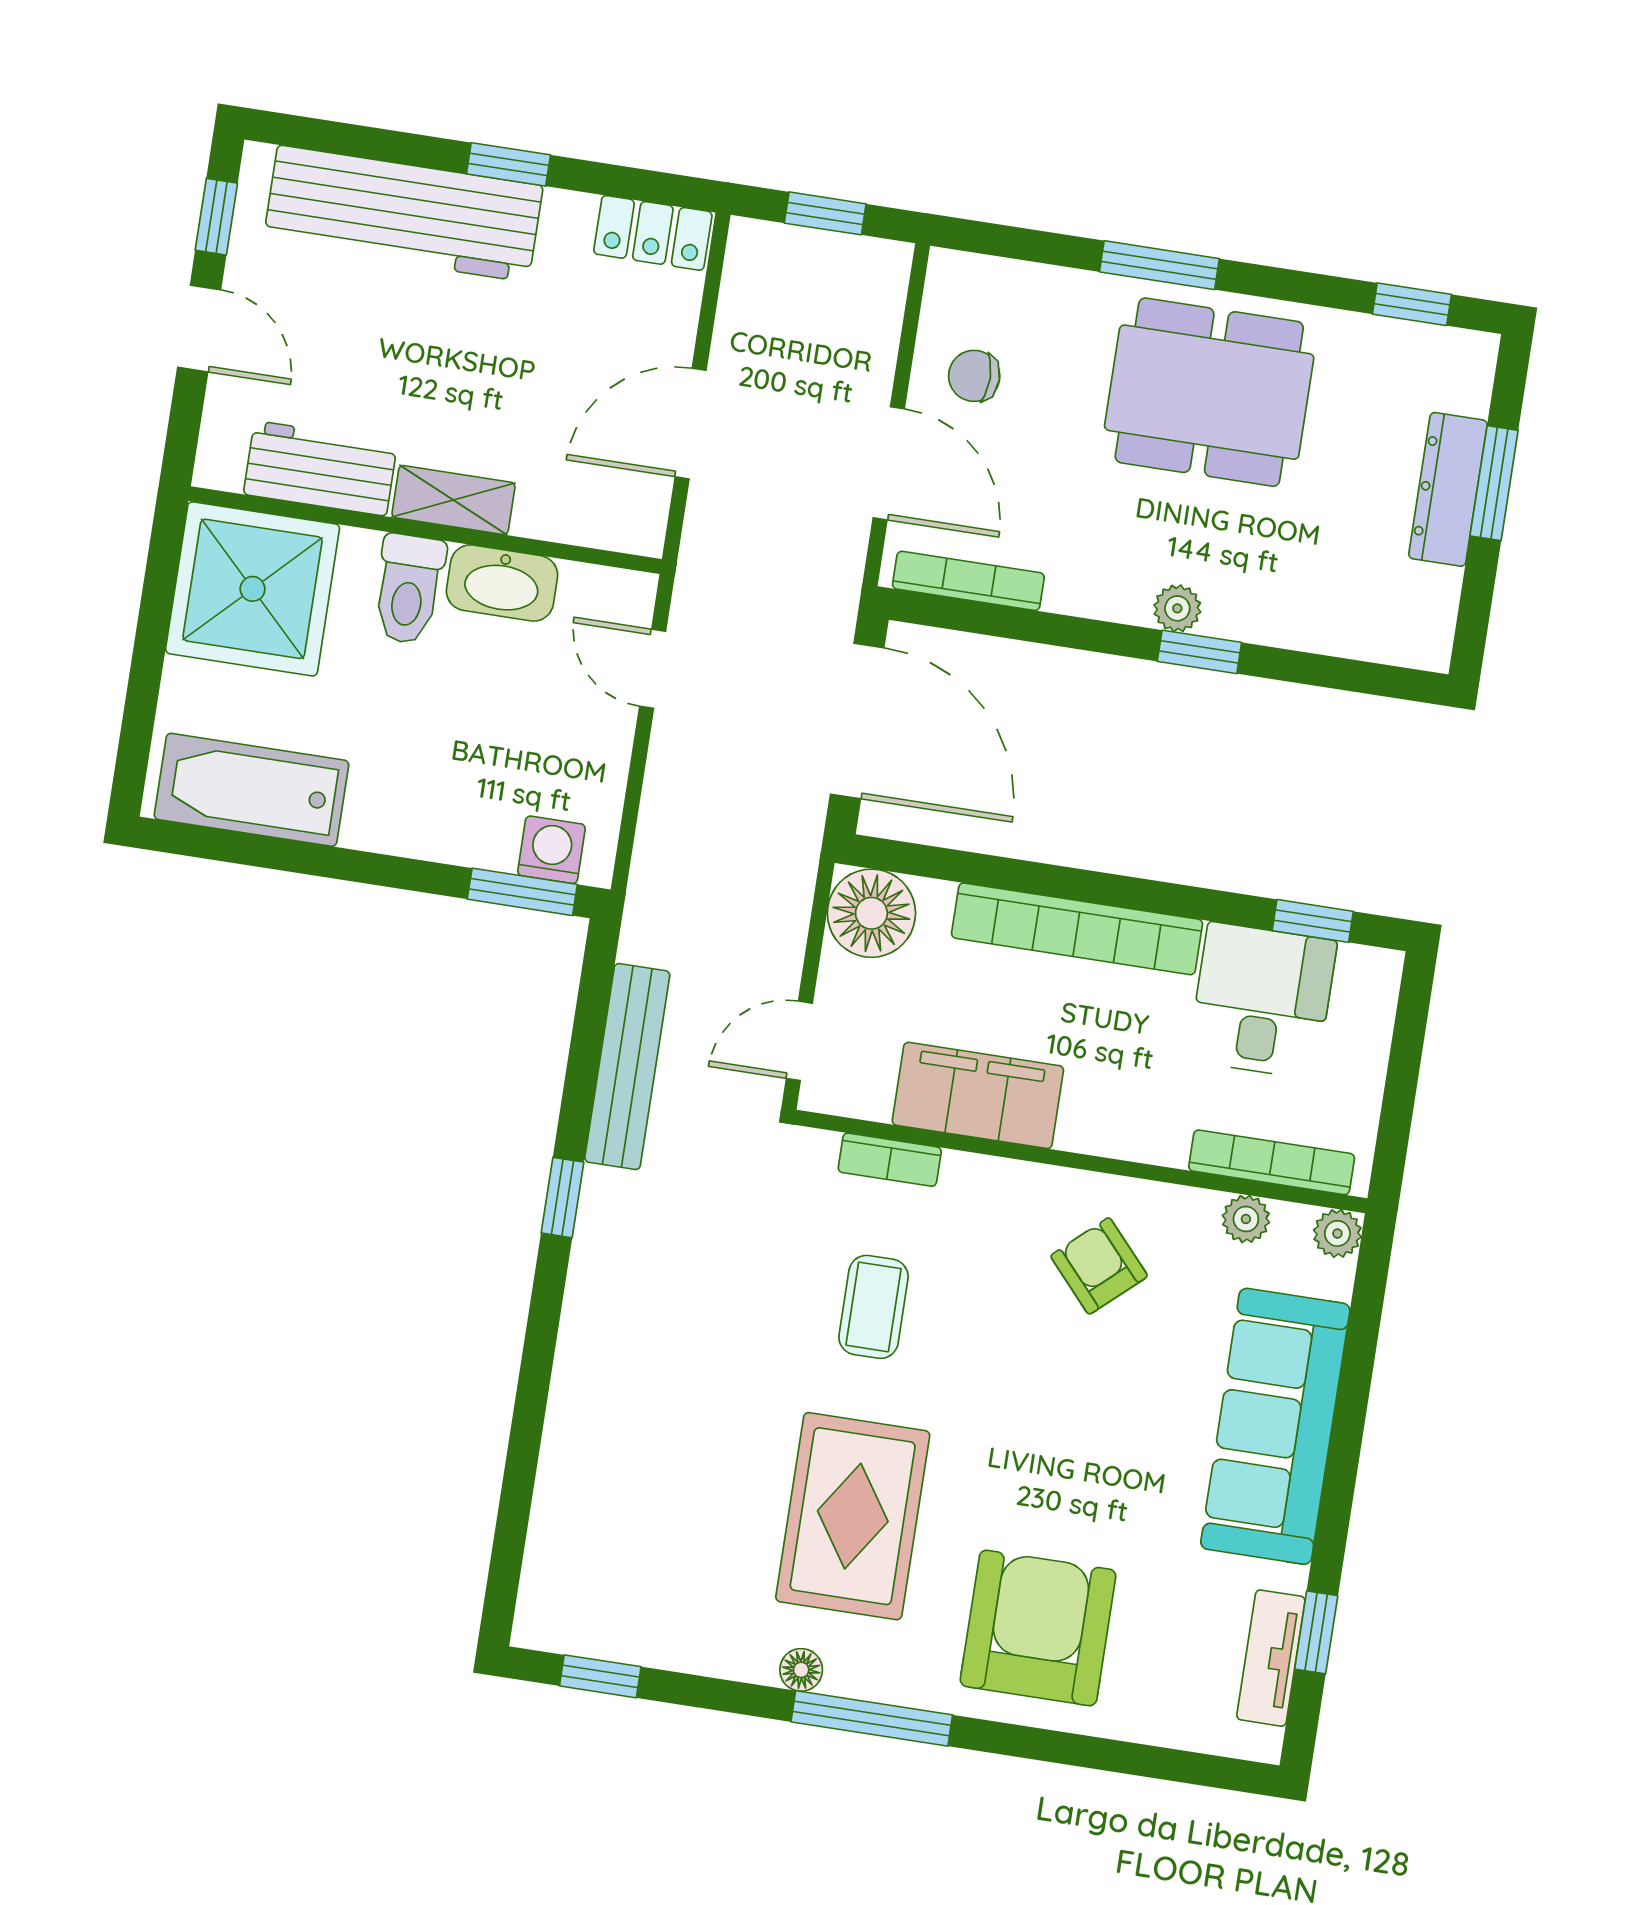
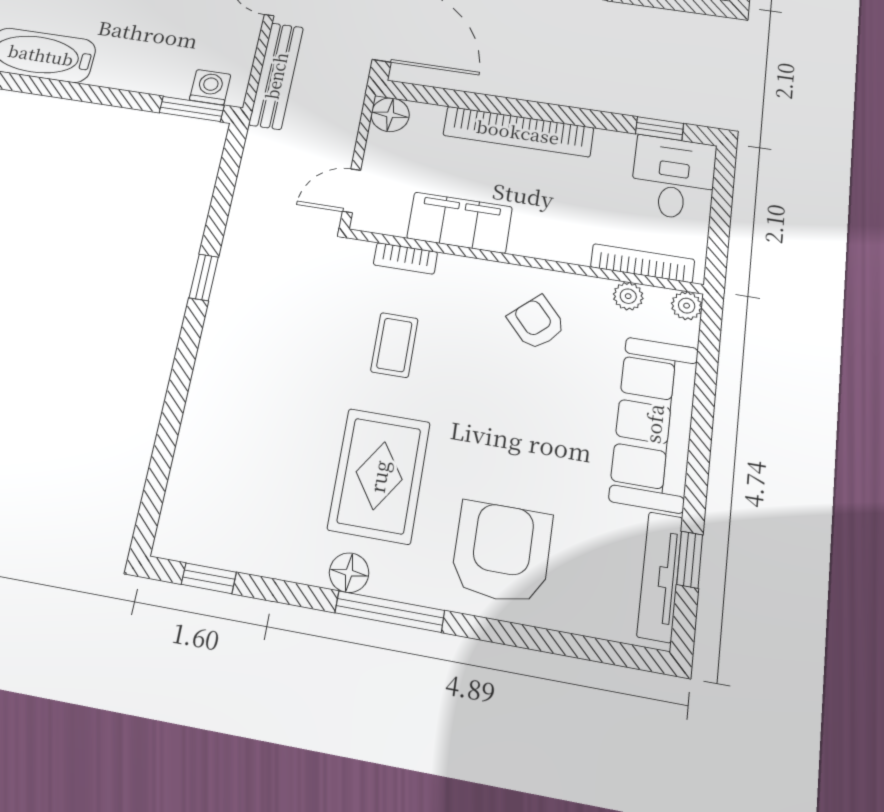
floor lamp: (871, 913) -> (390, 115), width x0.73, depth x0.73
desk: (1262, 1001) -> (673, 178), moved
bench: (627, 1067) -> (276, 76), moved
tv unit: (1271, 1658) -> (660, 577), width x1.41
floor lamp: (801, 1670) -> (349, 573), width x1.37, depth x1.37

